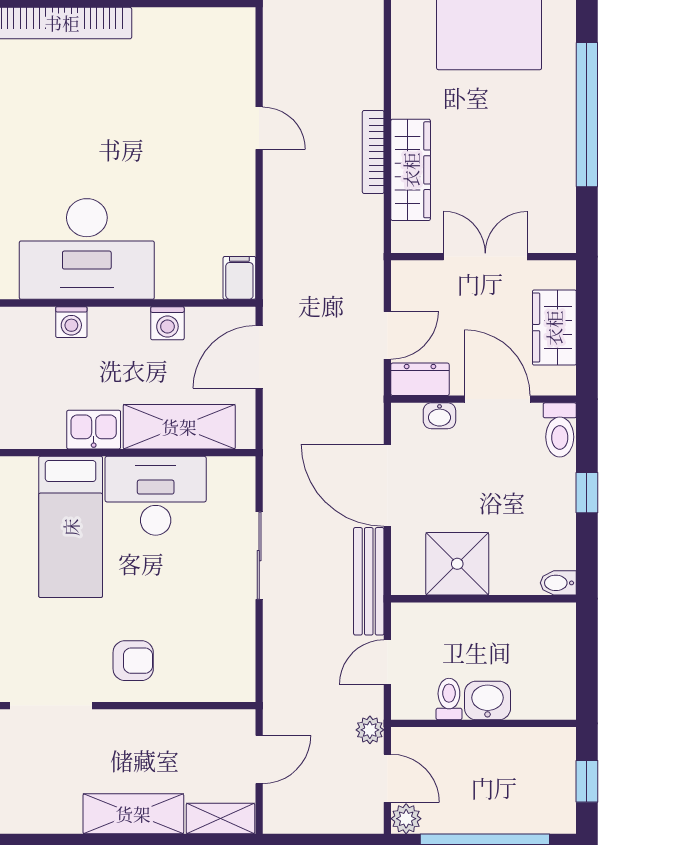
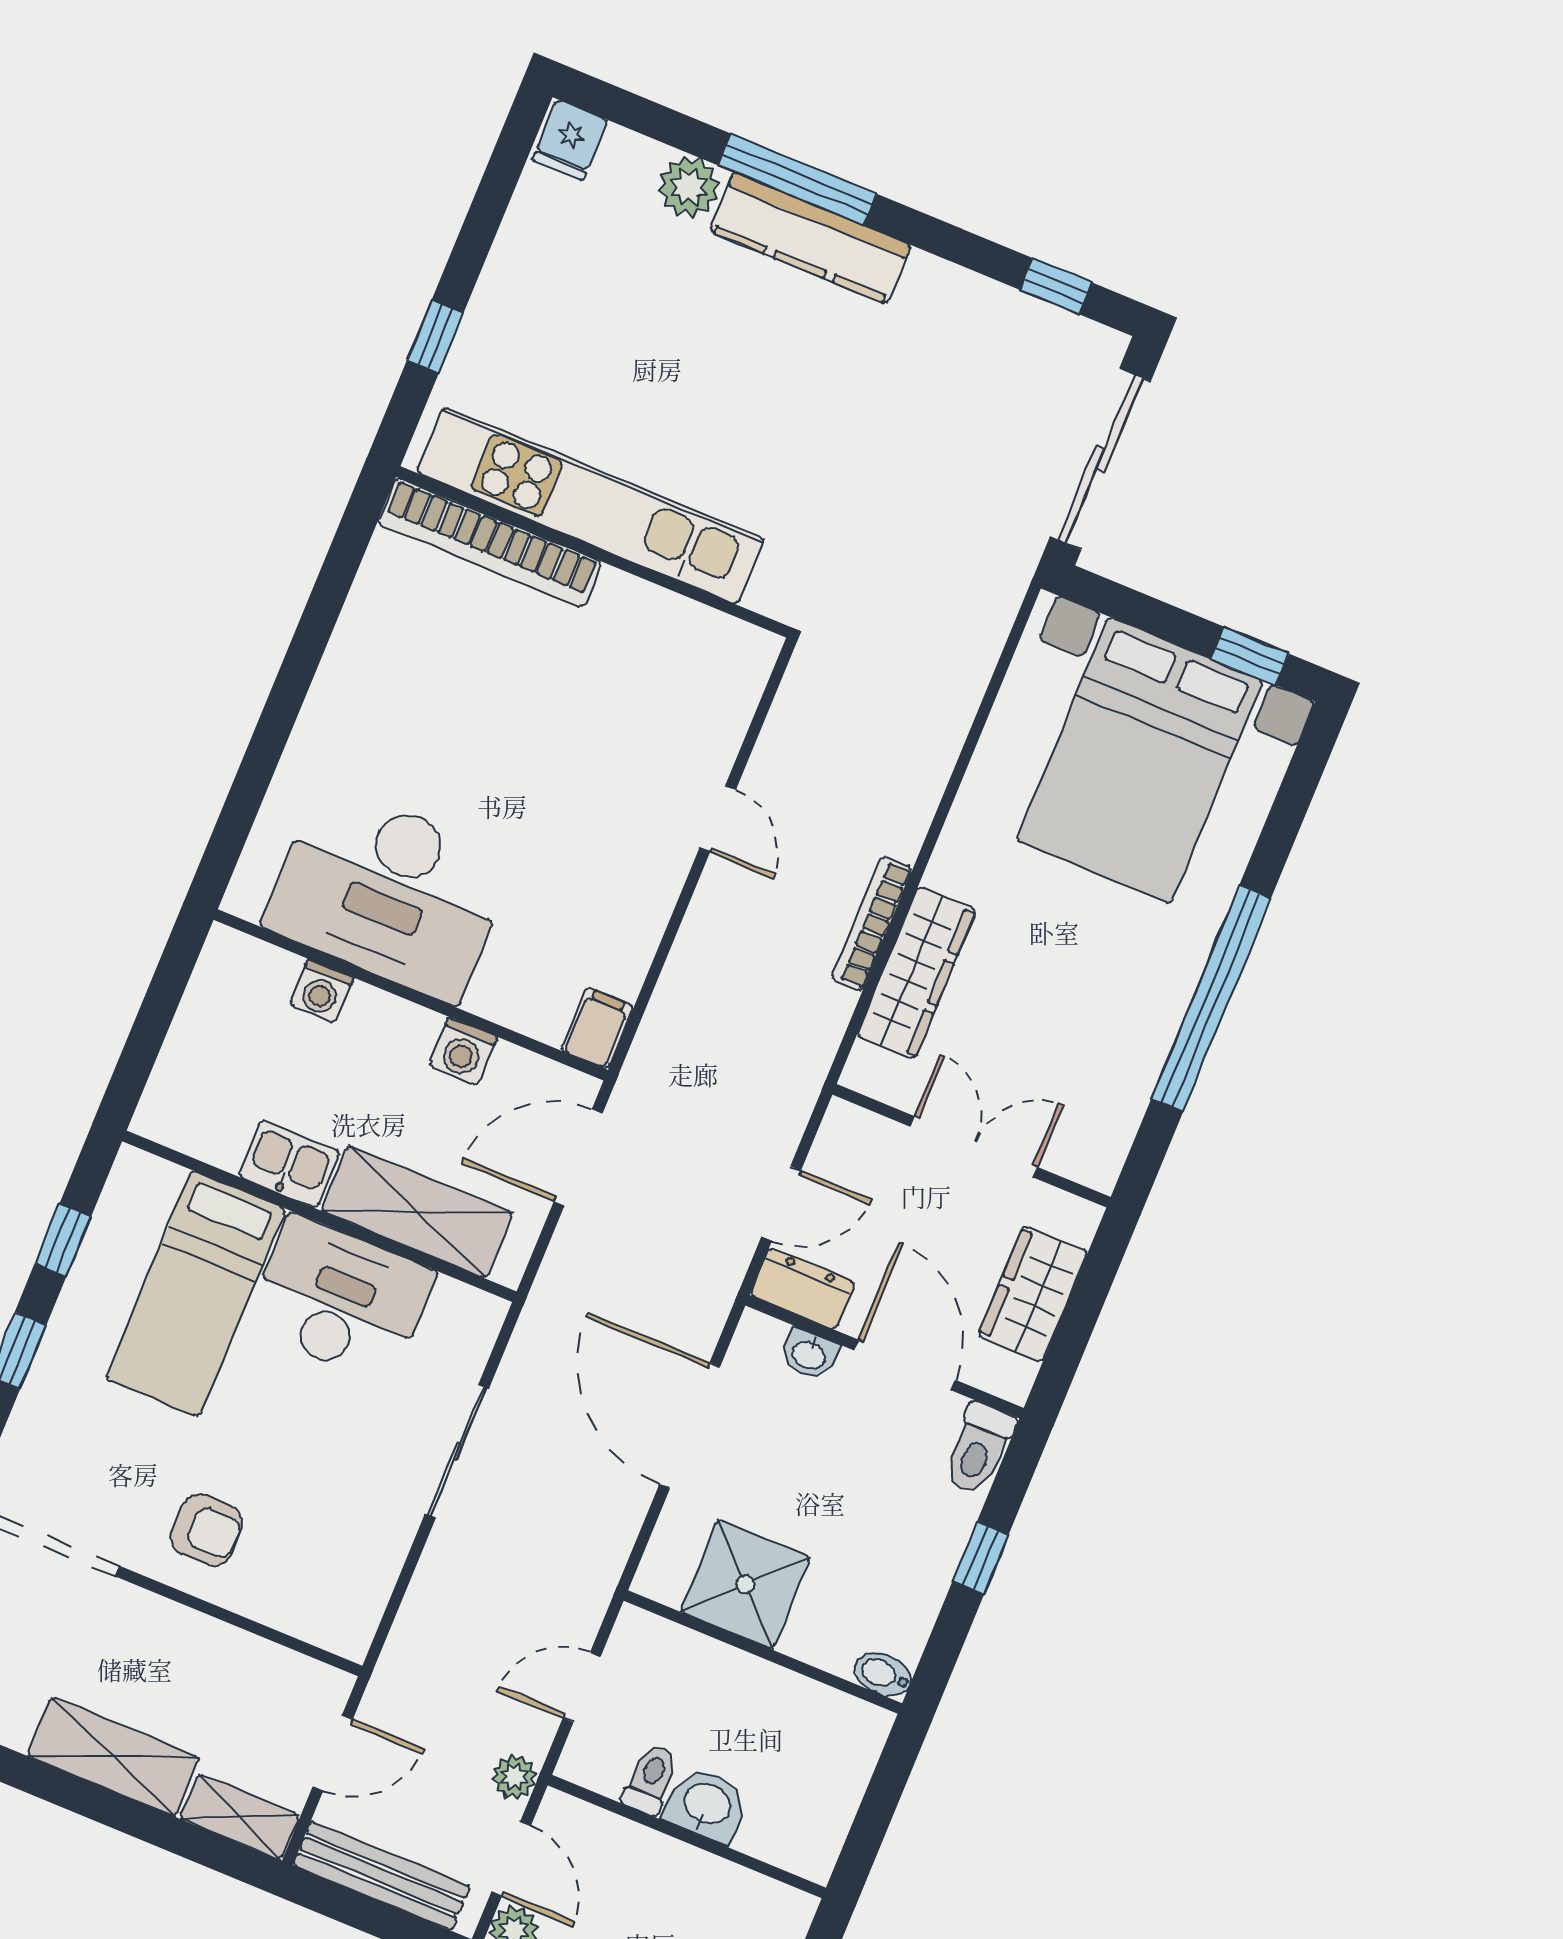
bench: (369, 581) -> (381, 1876), moved, turned 90

